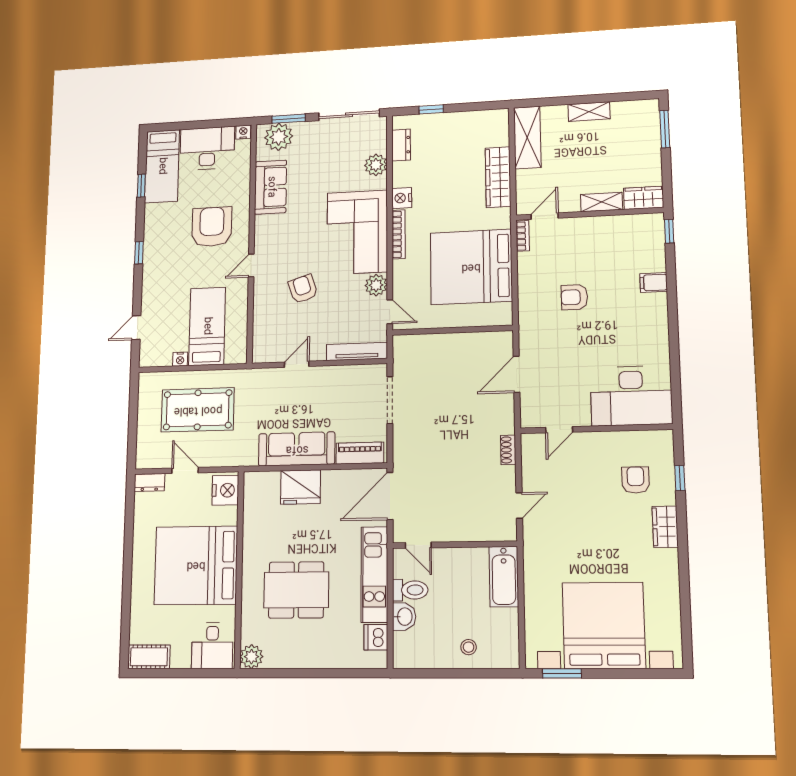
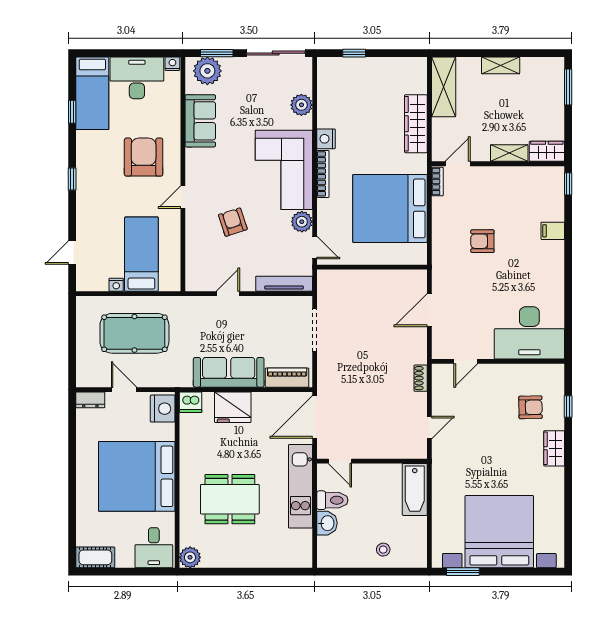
dresser: (401, 145) -> (325, 87), removed
armchair: (636, 480) -> (531, 407), turned 89
dishwasher: (376, 637) -> (191, 402), moved, turned -90

